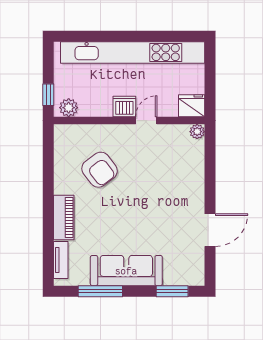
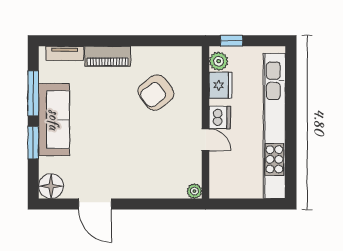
fridge: (192, 106) -> (220, 85), moved
floor lamp: (192, 274) -> (51, 186), added
window: (172, 291) -> (33, 143), moved

